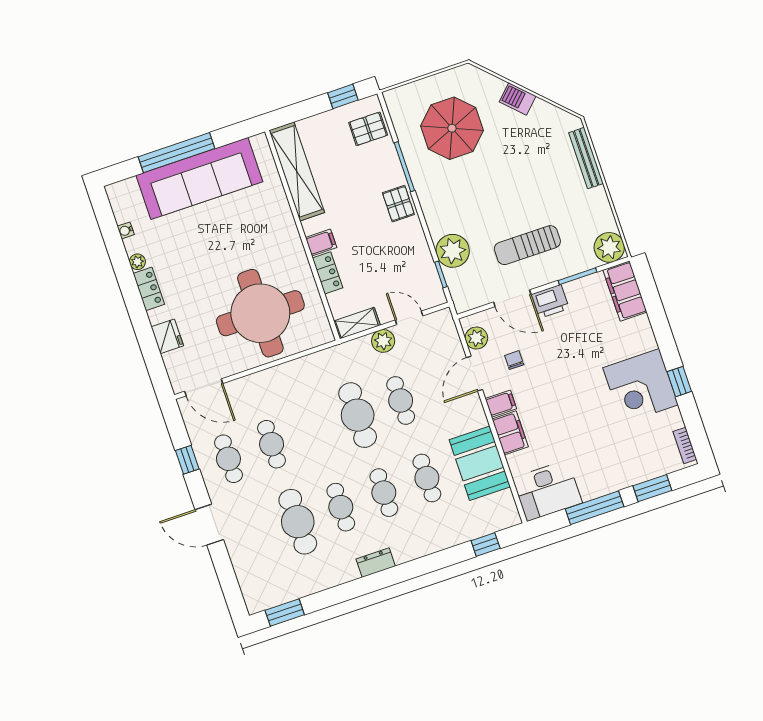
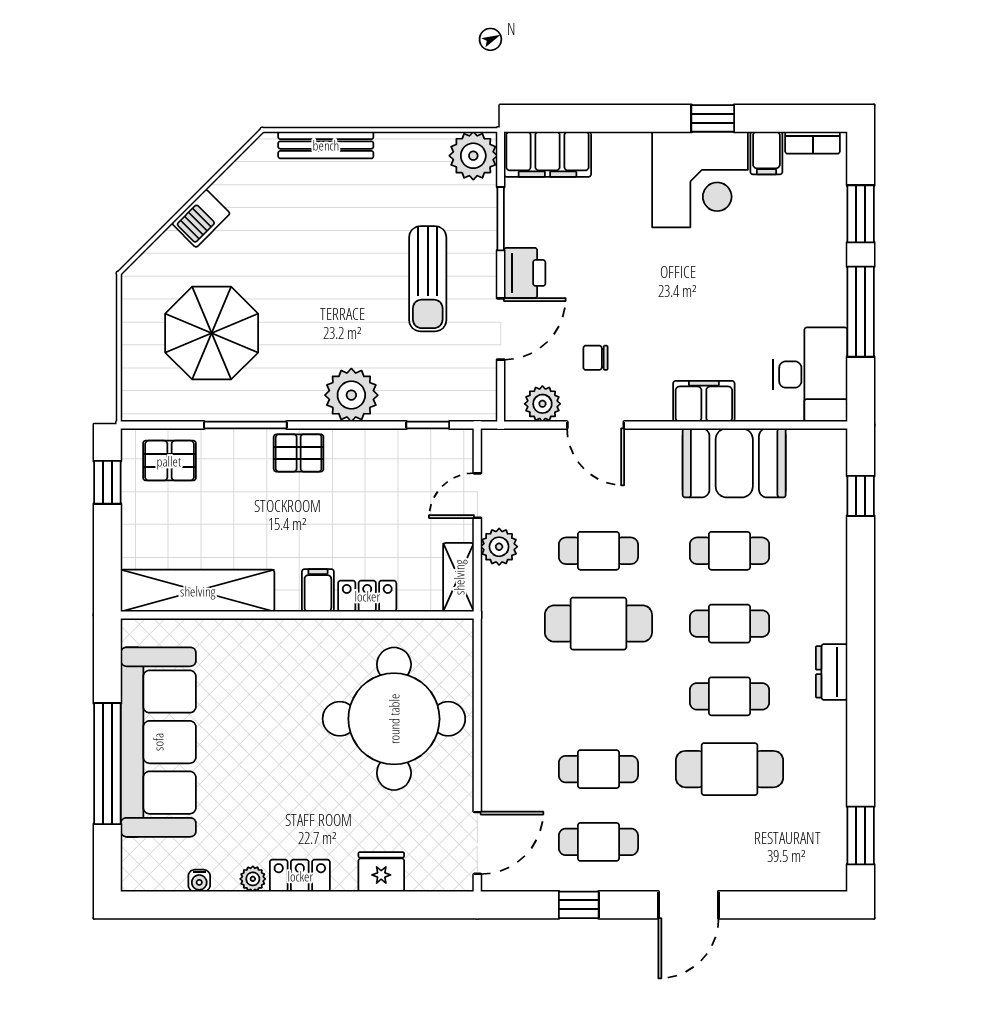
pallet: (368, 129) -> (169, 461), turned 90
plant: (453, 251) -> (351, 395), moved
filing cabinet: (501, 404) -> (766, 153), moved, turned 180

